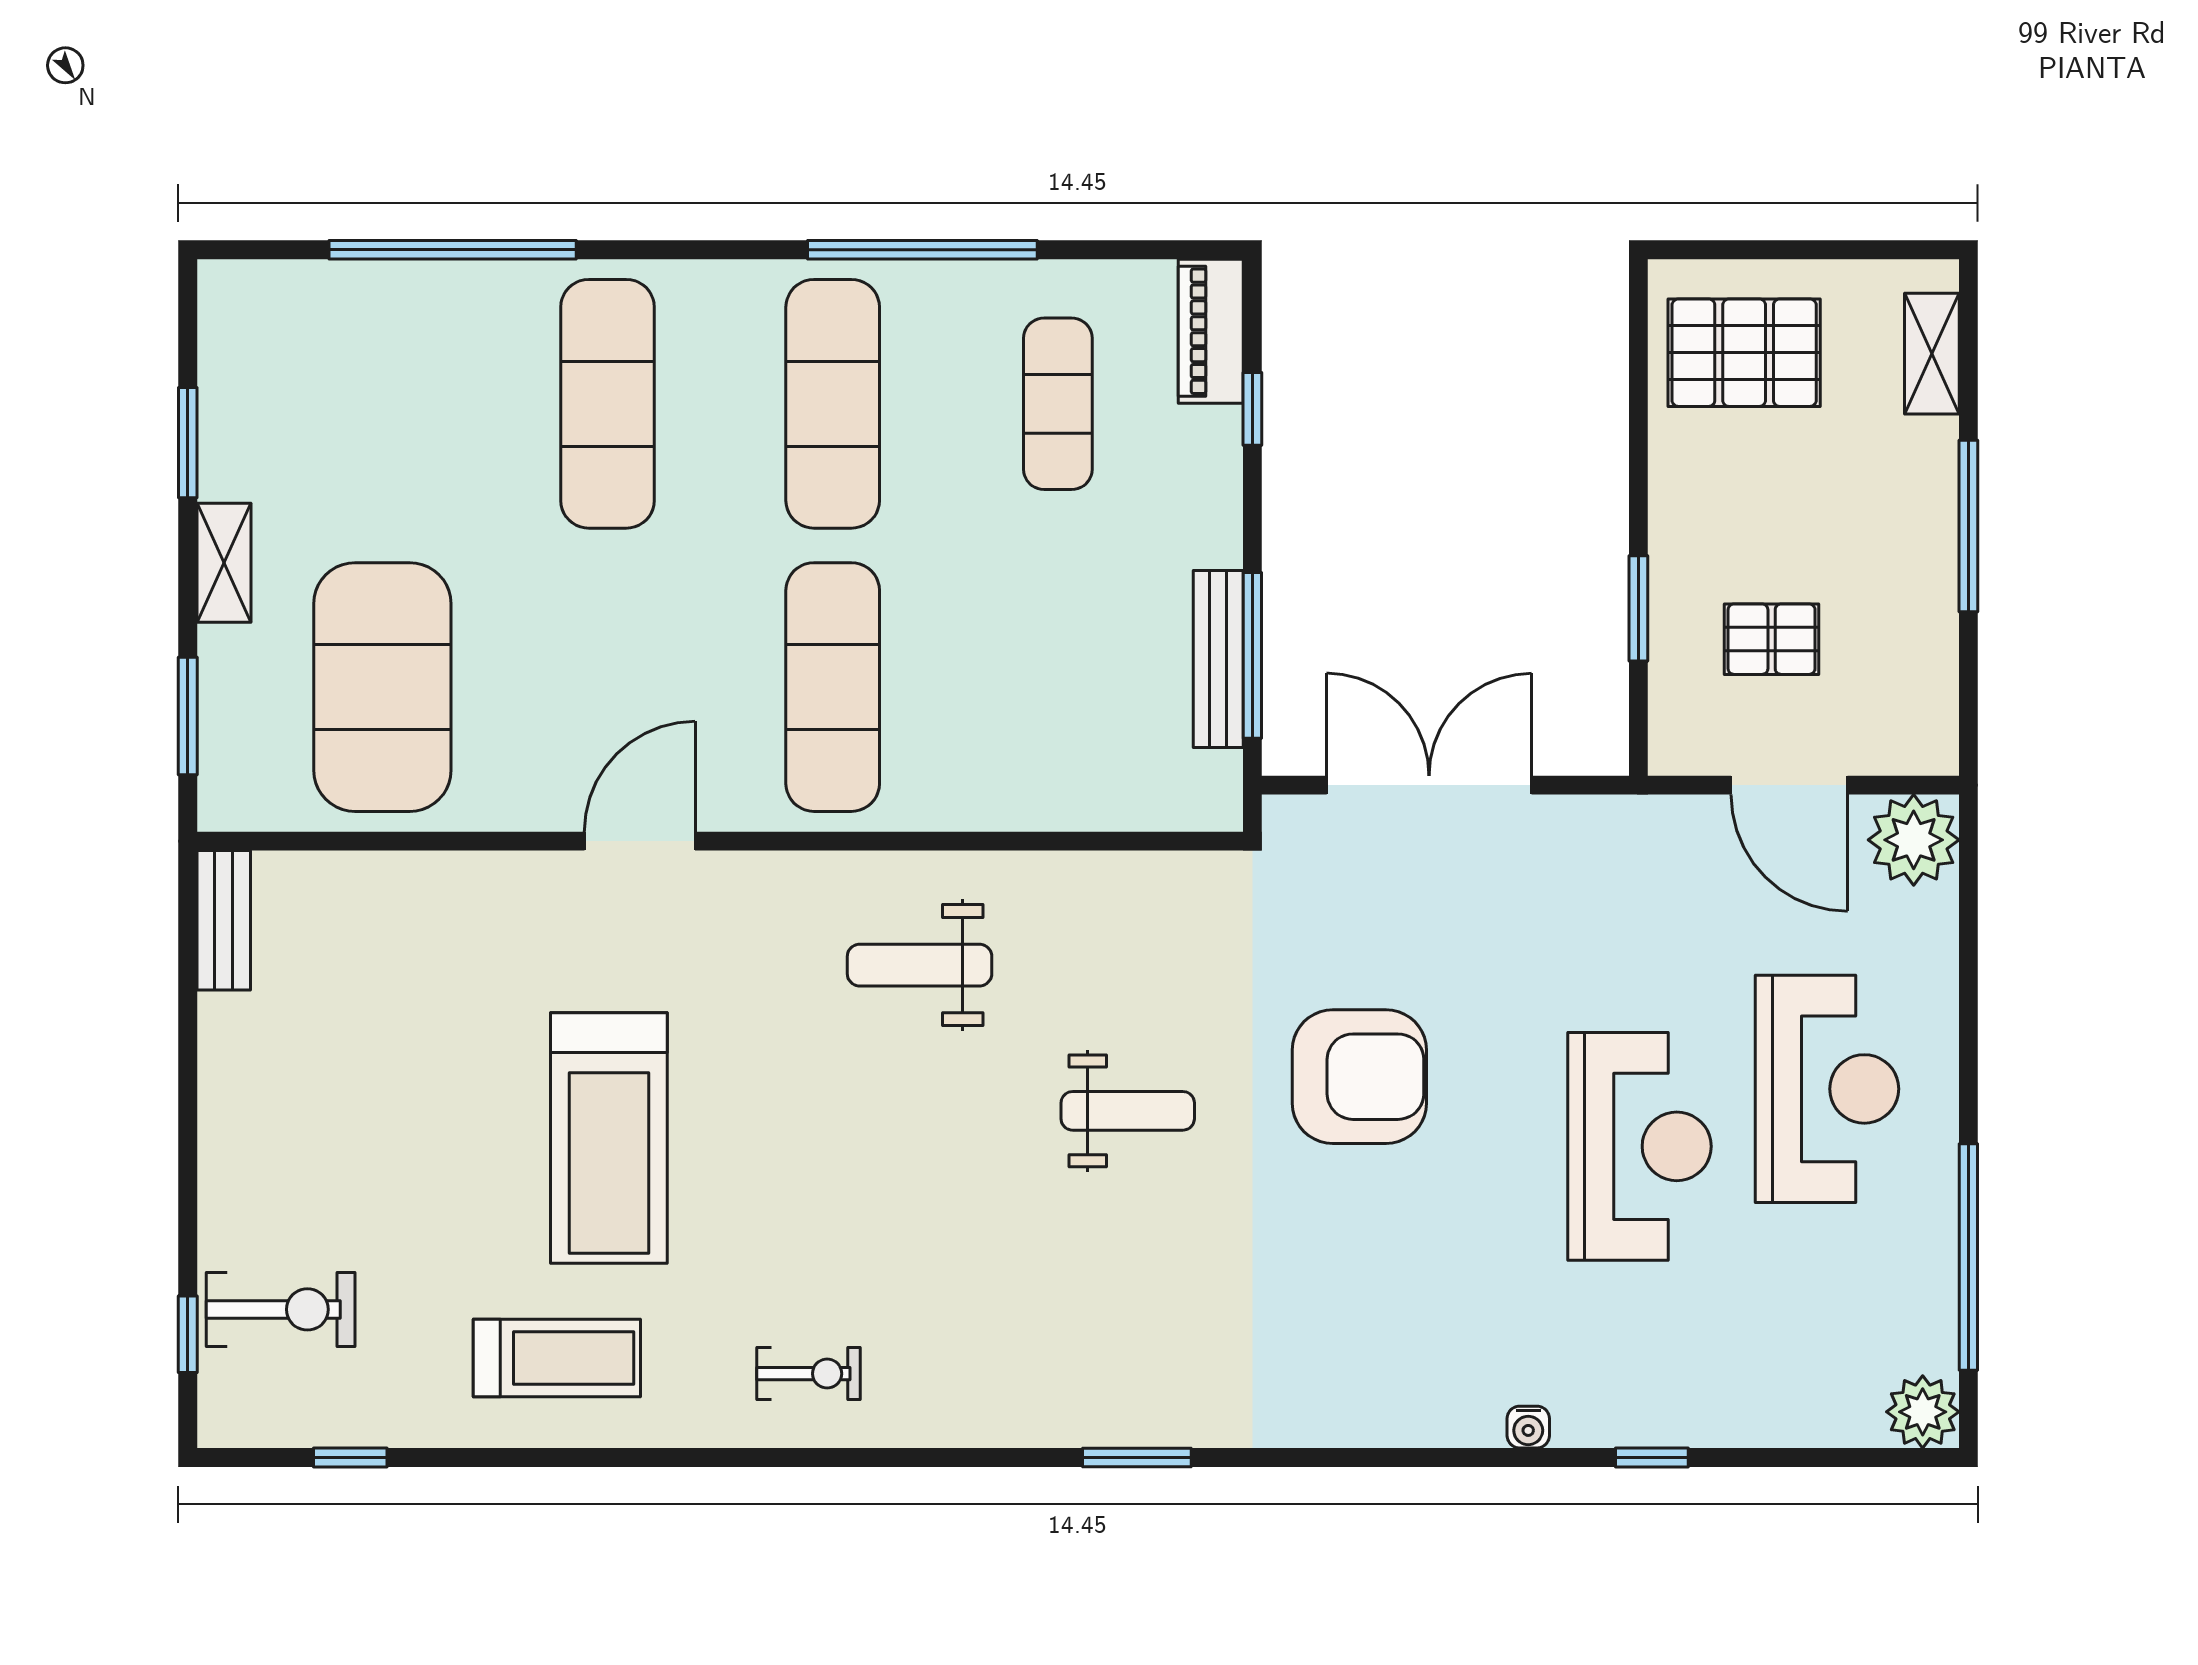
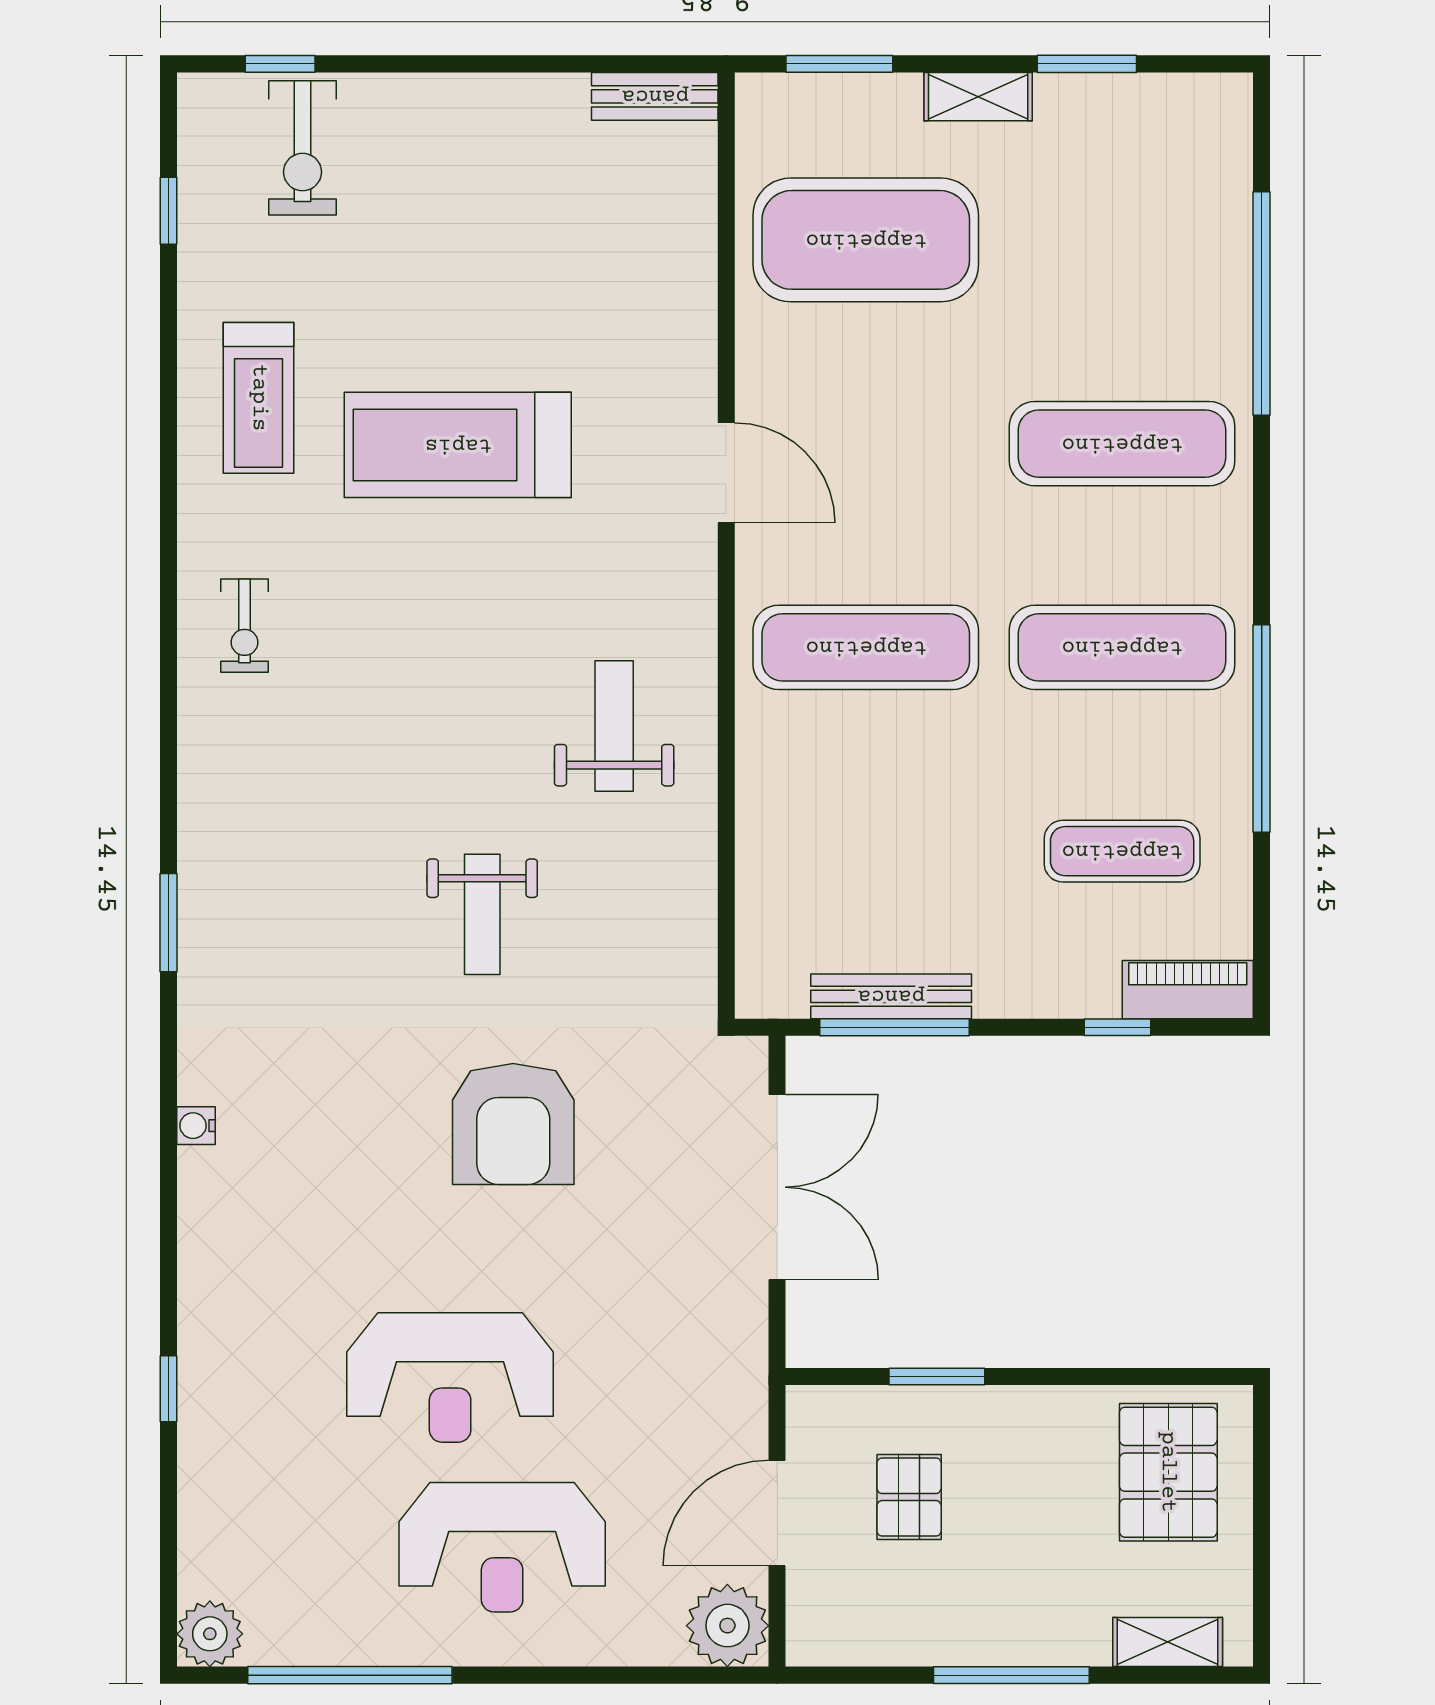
water cooler: (1528, 1427) -> (196, 1126), moved

